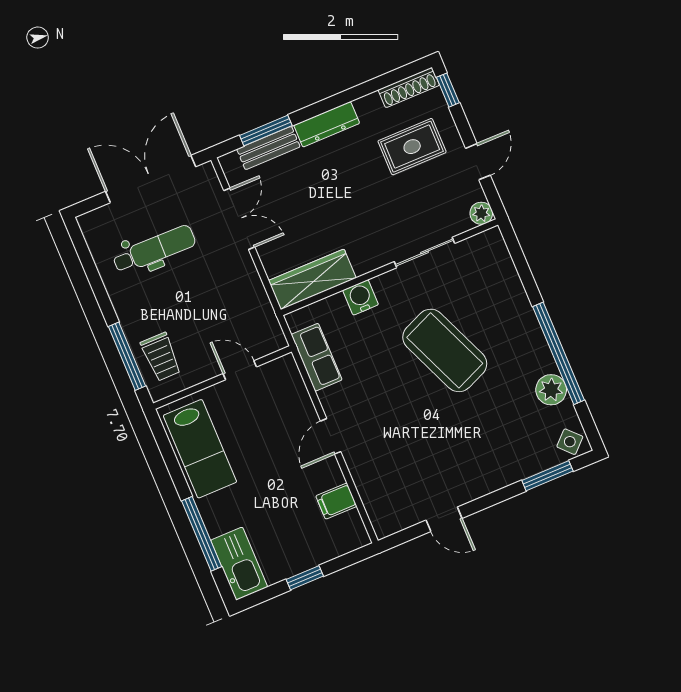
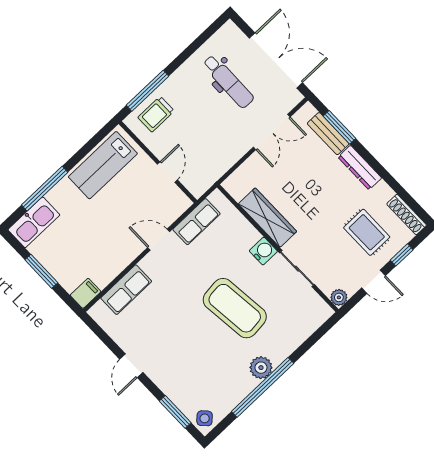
window: (448, 90) -> (402, 255), moved
wardrobe: (312, 279) -> (268, 218), moved
water cooler: (361, 297) -> (263, 251), moved
coffee table: (445, 350) -> (235, 308), turned -73
plant: (551, 390) -> (261, 368), moved
door: (331, 436) -> (159, 240), moved
row of seats: (369, 479) -> (126, 290), added
filing cabinet: (336, 501) -> (86, 293), moved, turned 90
door: (444, 519) -> (131, 366), moved
window: (305, 578) -> (41, 271), width x1.50

